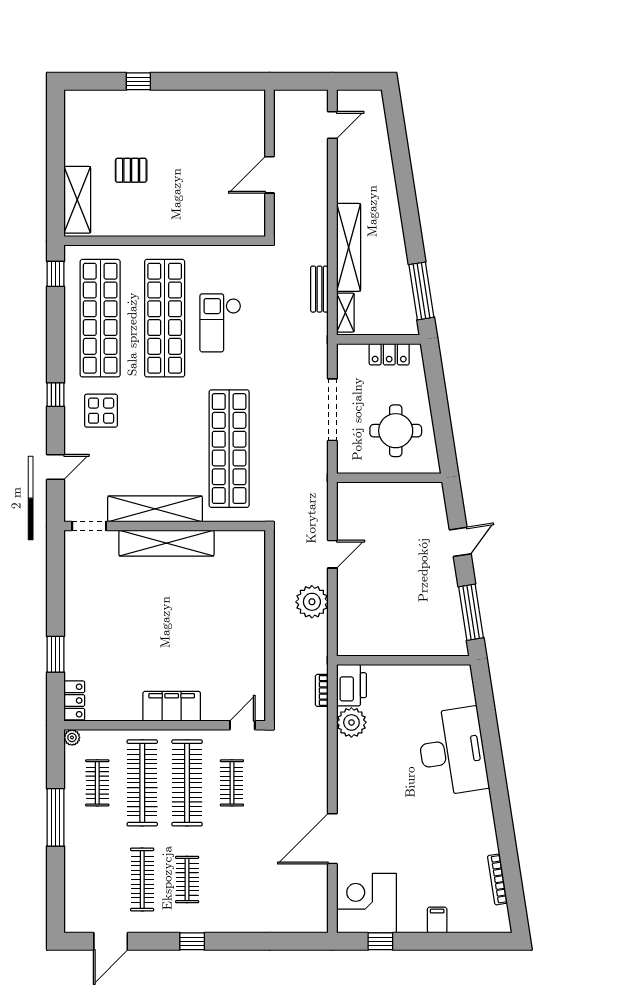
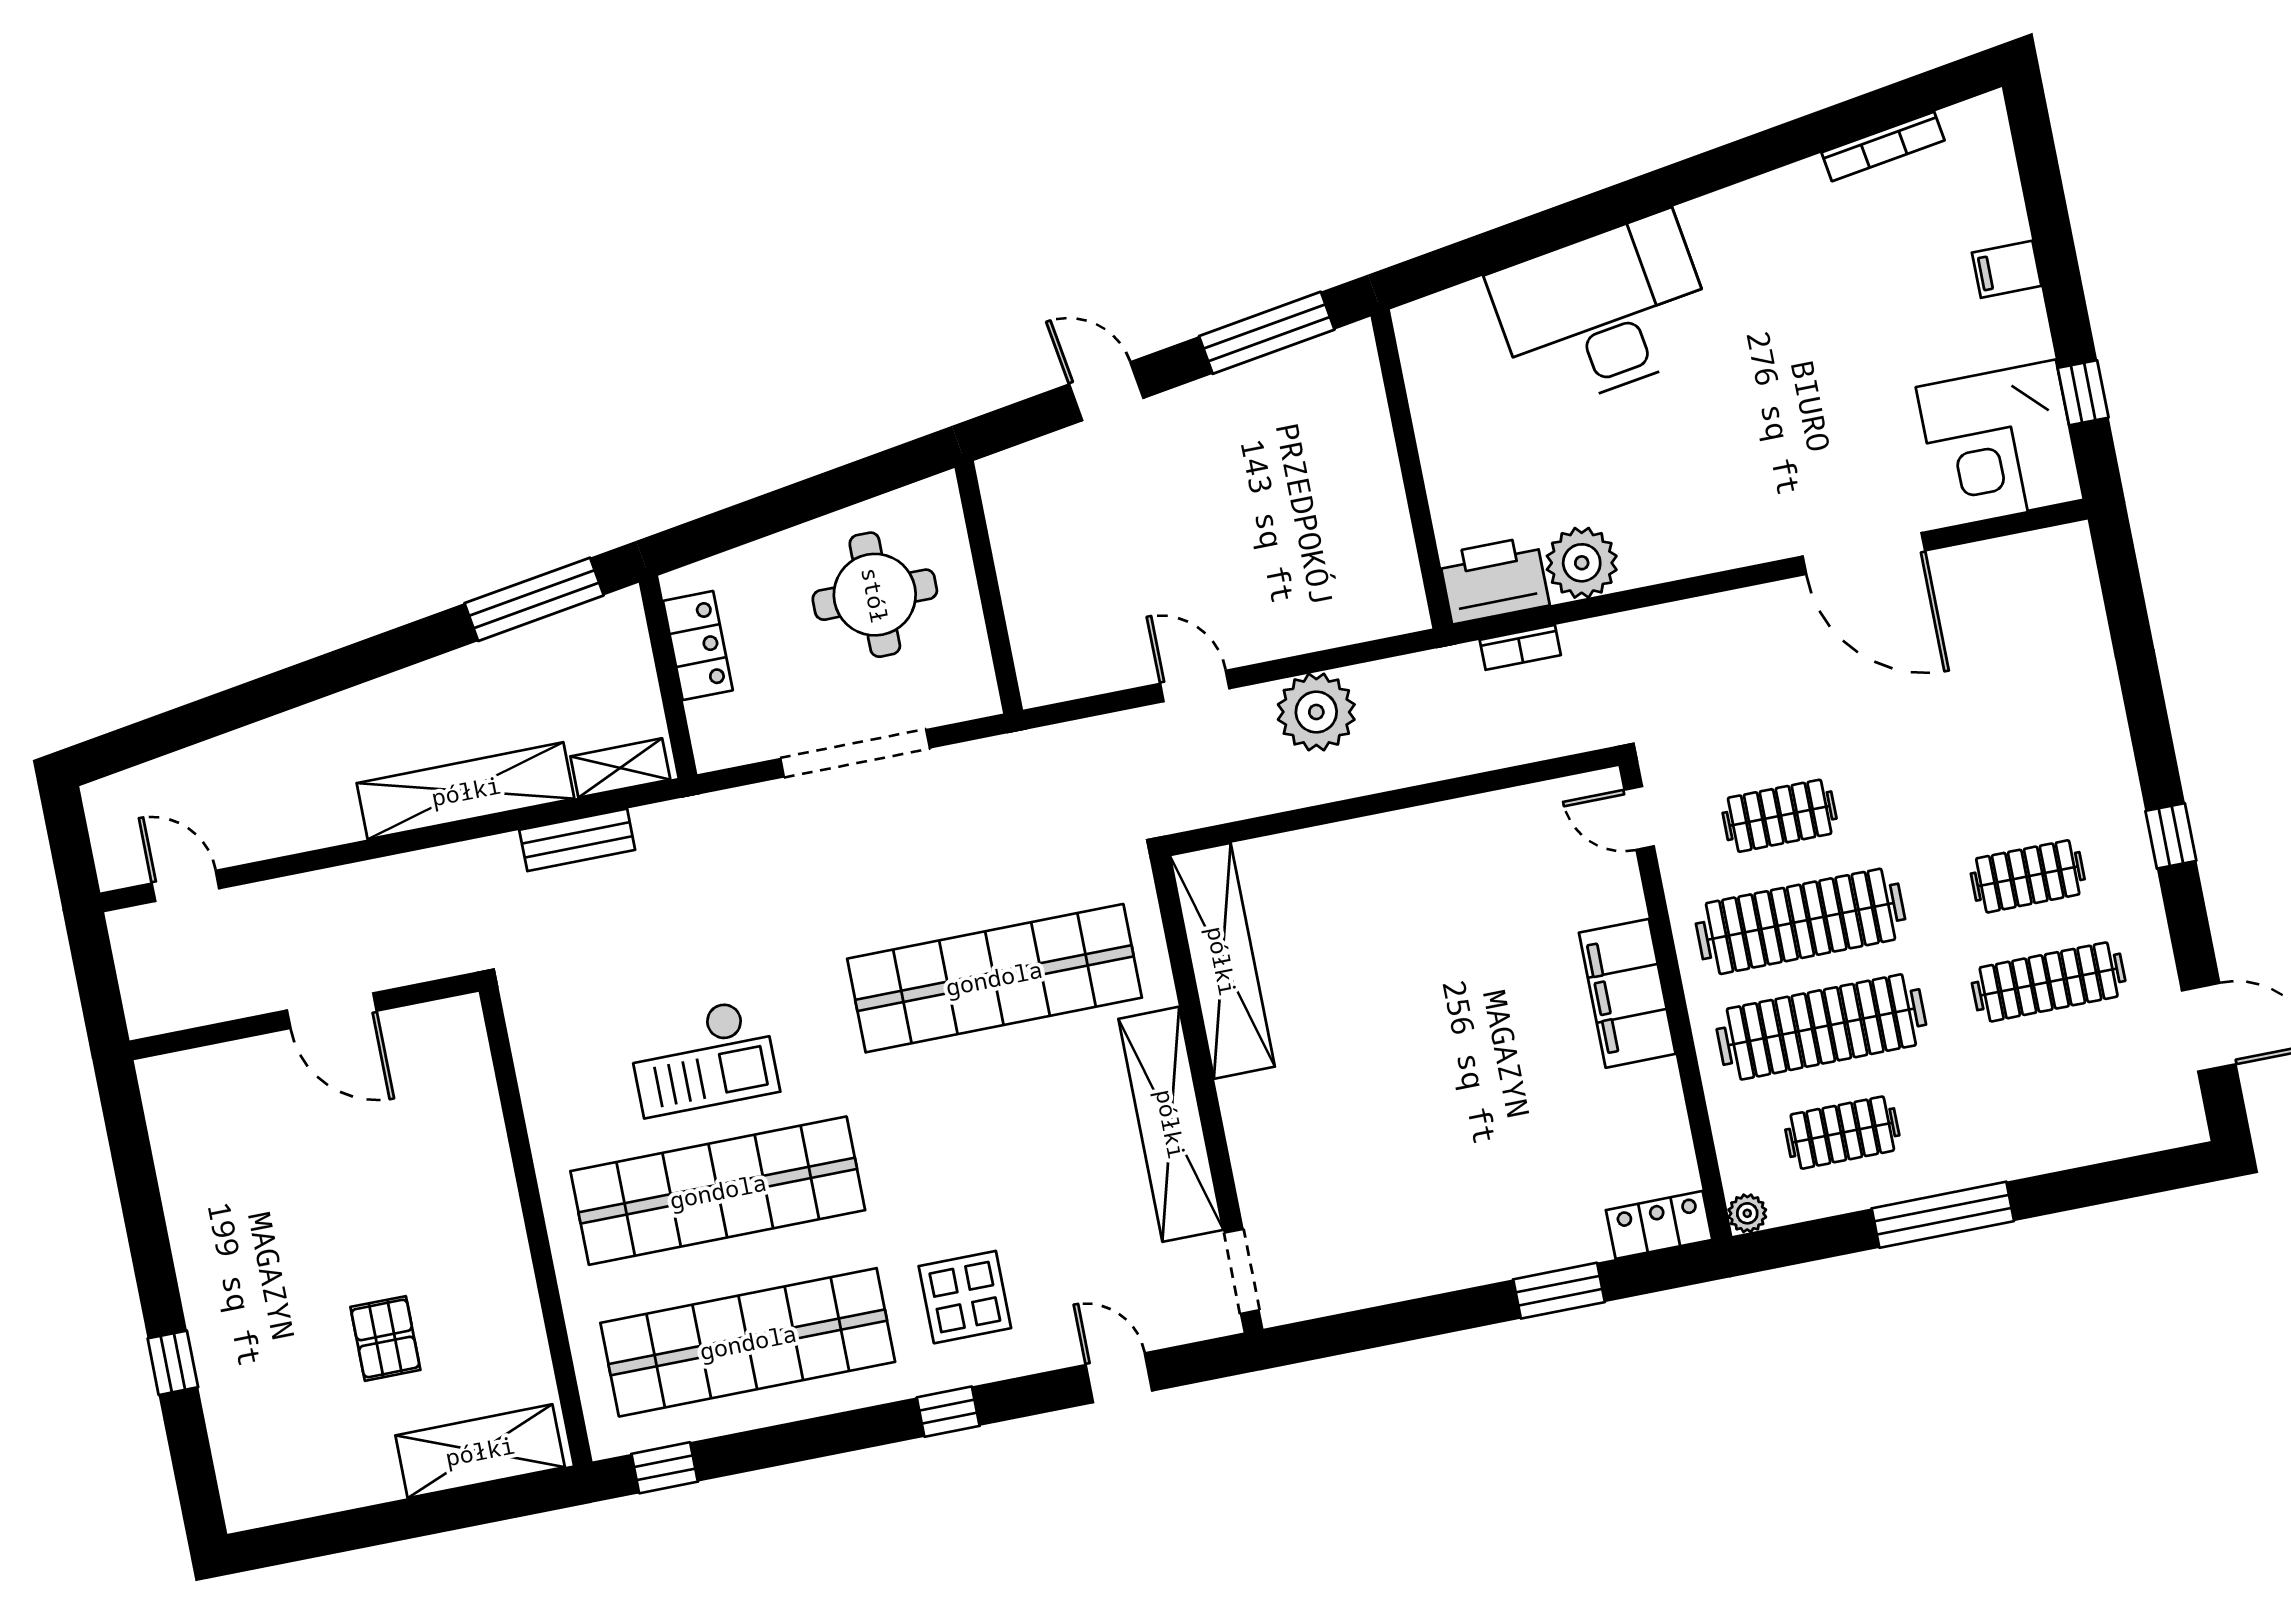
shelving: (166, 543) -> (1222, 961), moved

